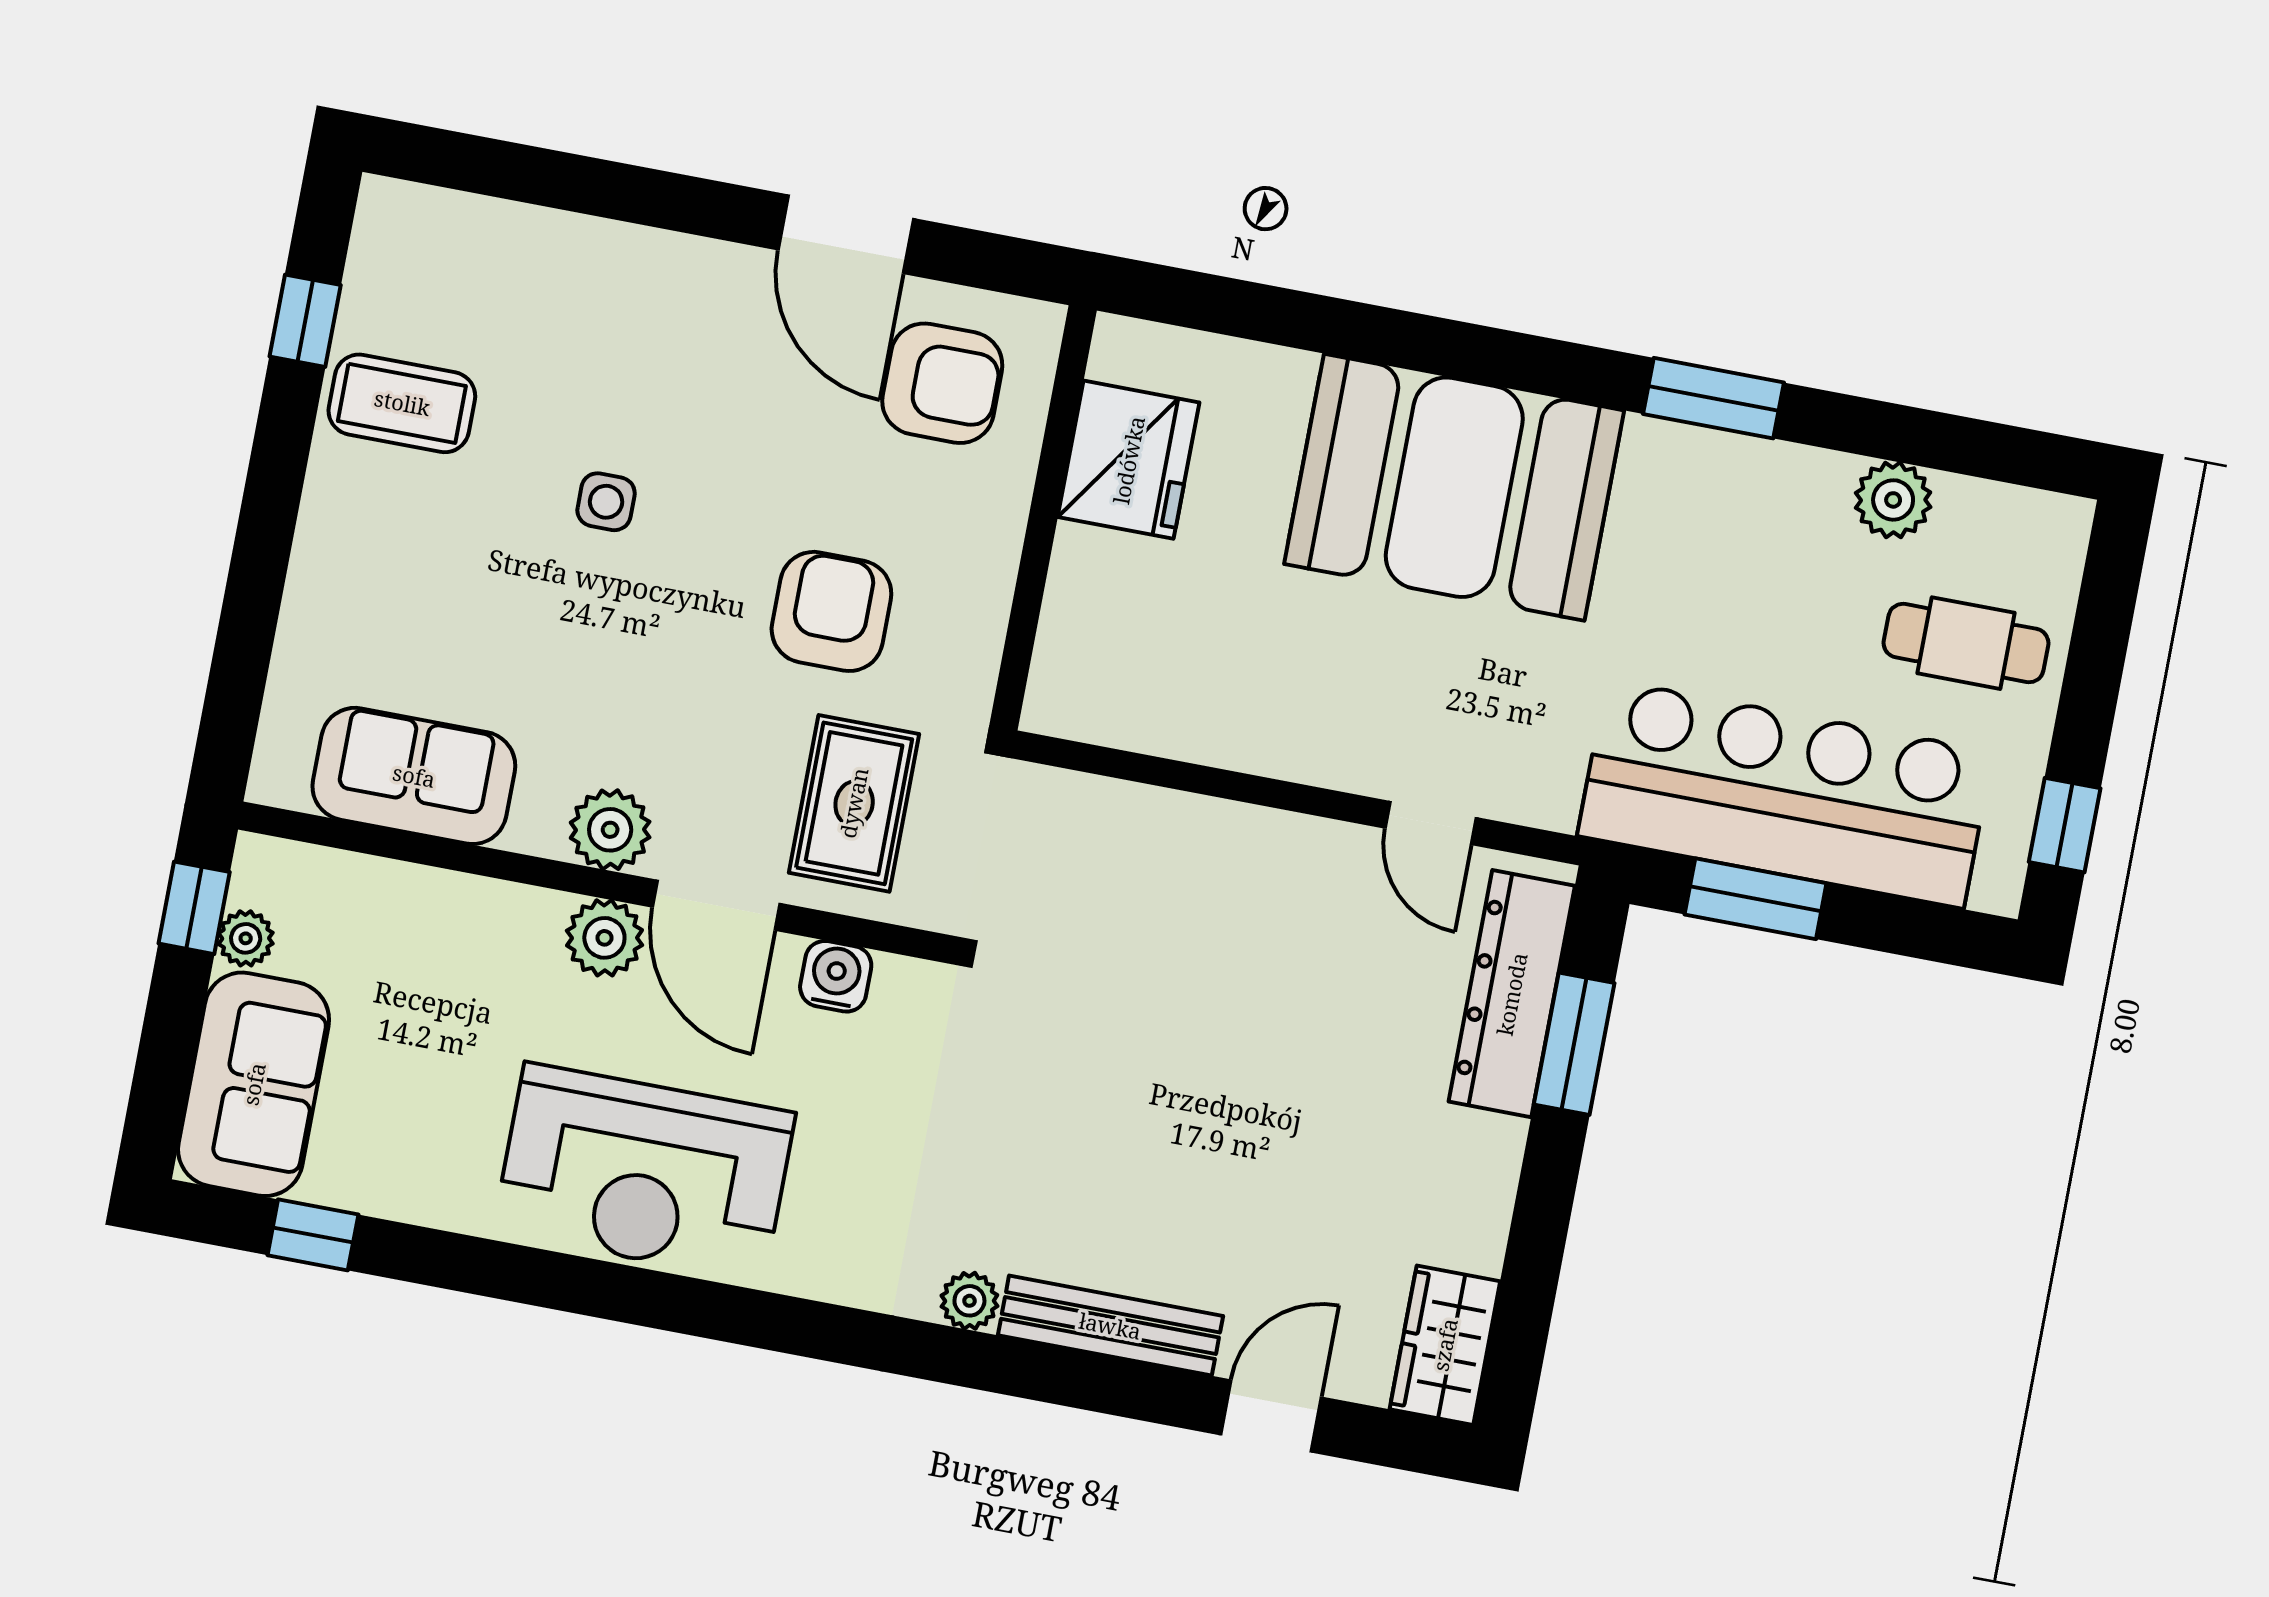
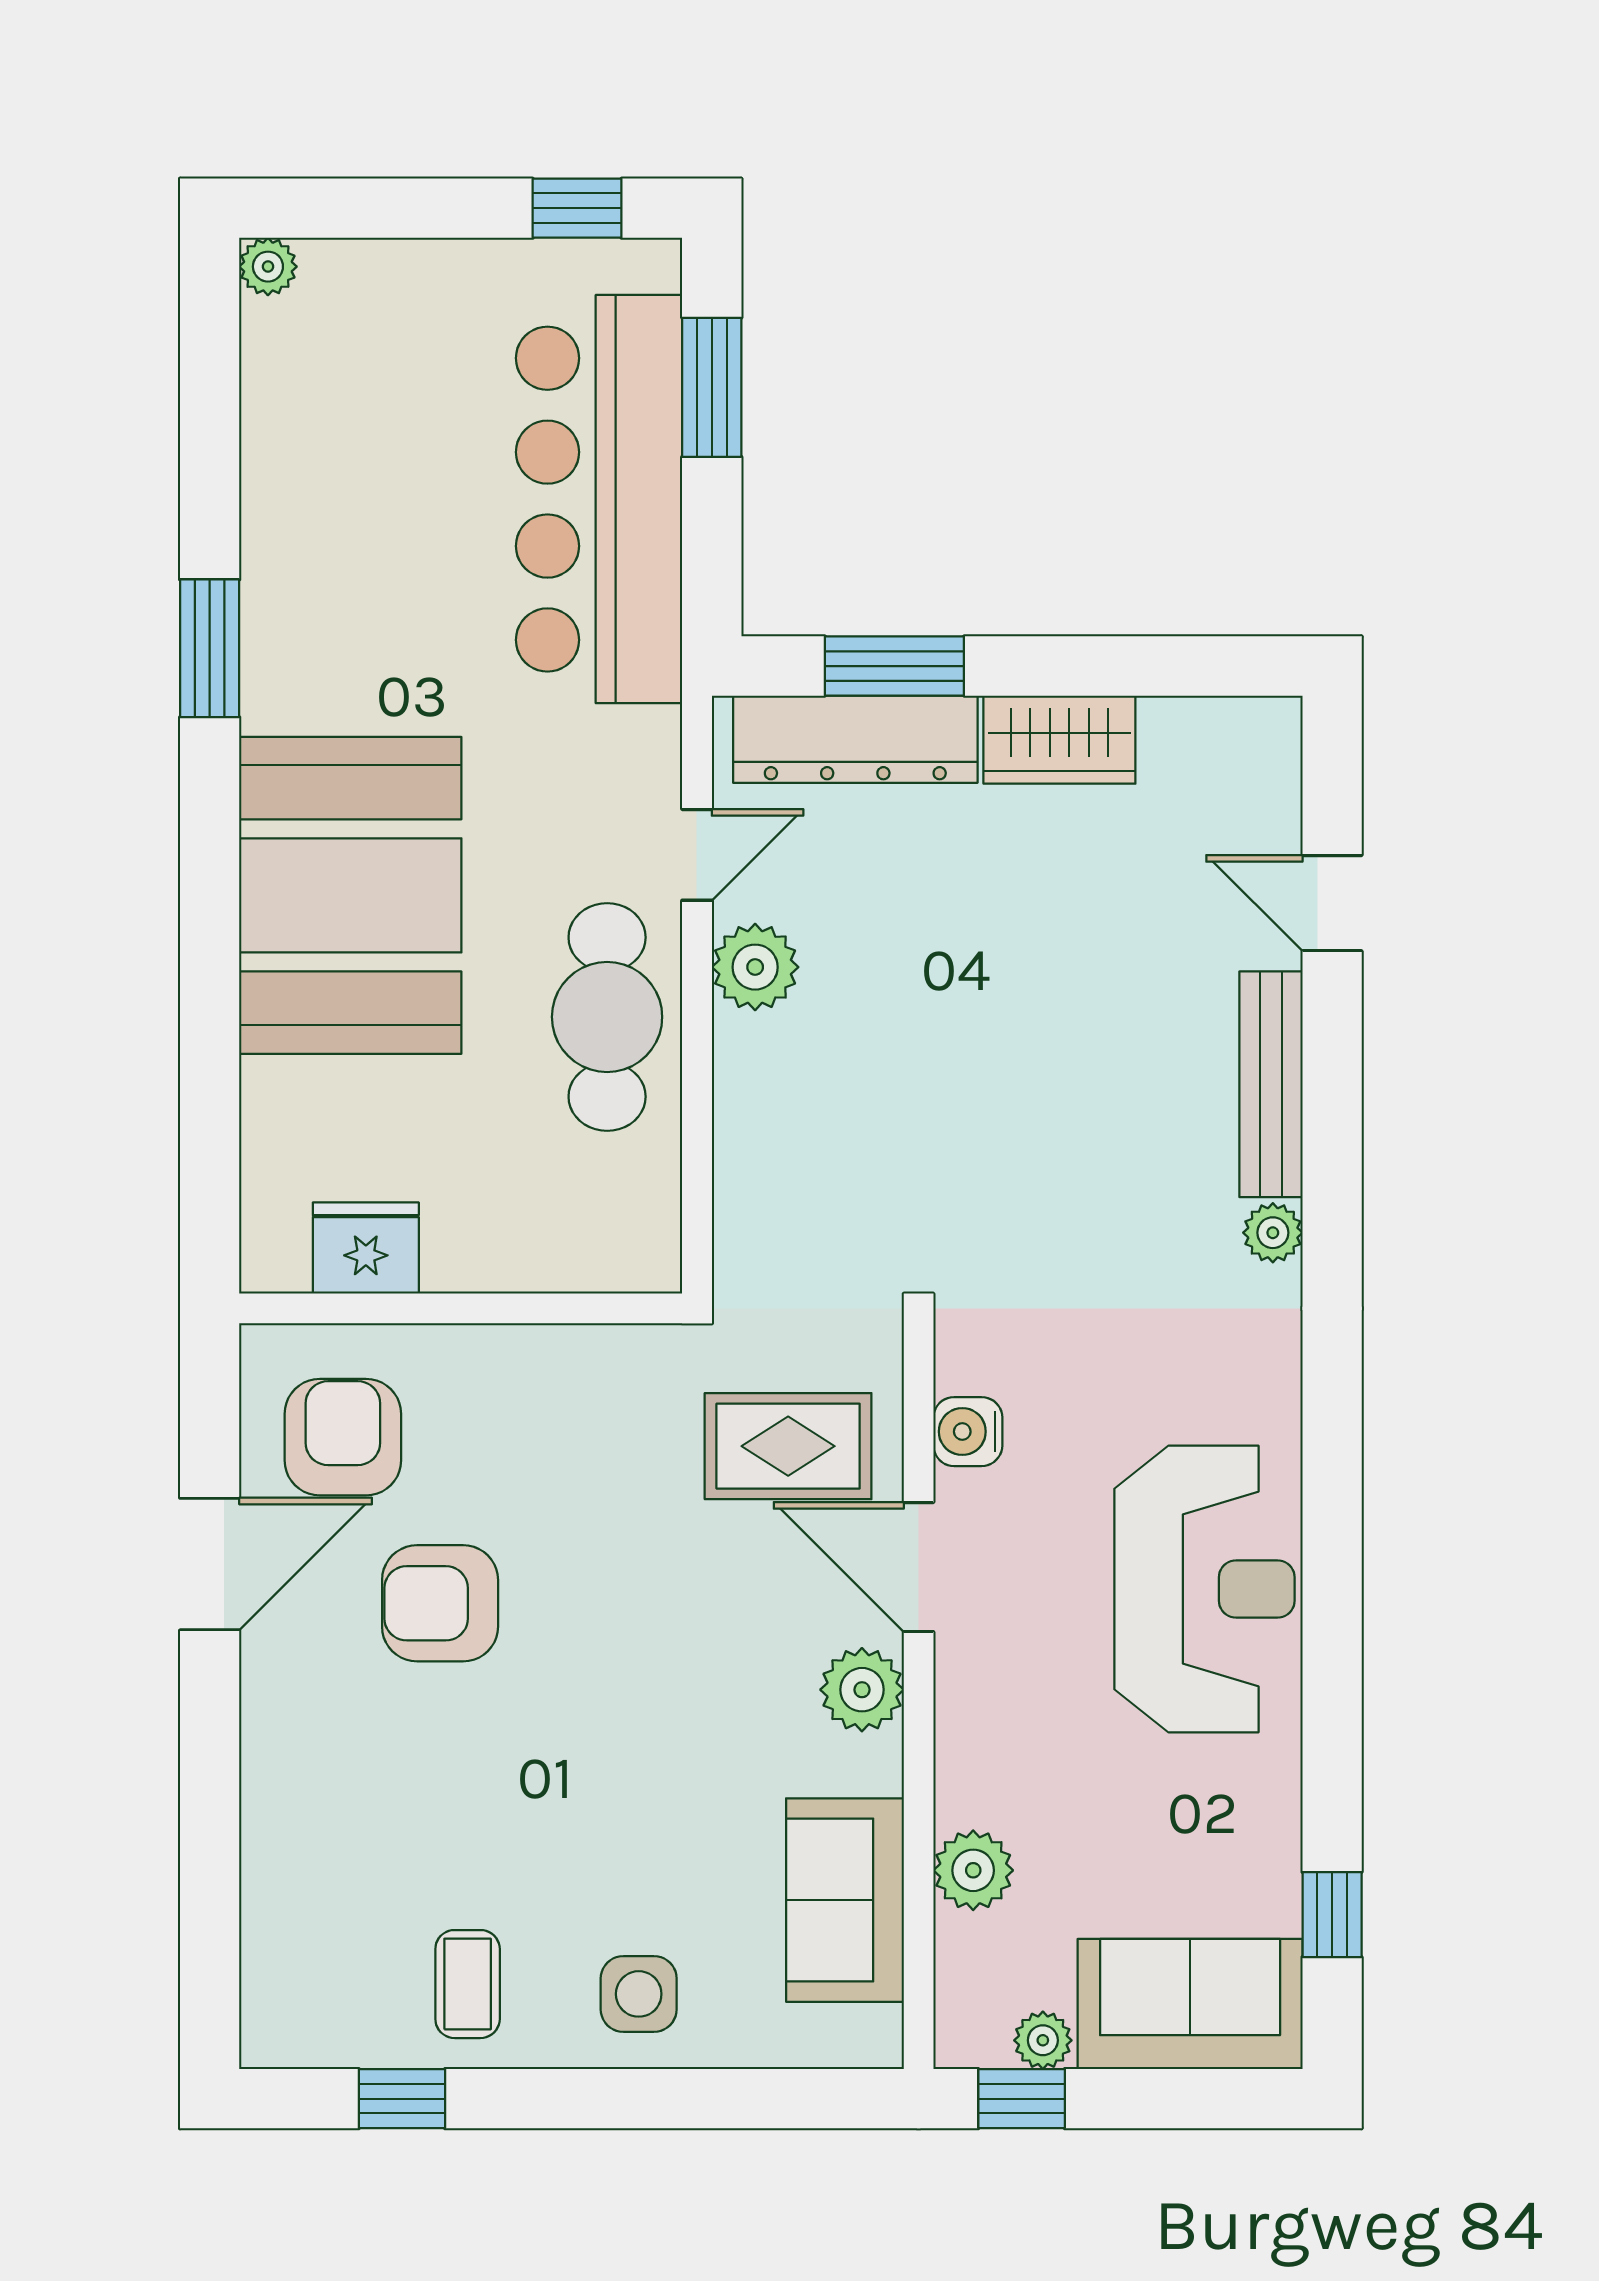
coffee table: (402, 403) -> (468, 1984), width x0.73, depth x0.77
fridge: (1129, 460) -> (366, 1248), width x0.73, depth x0.75
plant: (1893, 500) -> (268, 267), moved, width x0.73, depth x0.73
side table: (606, 502) -> (639, 1994), moved, width x1.37, depth x1.37
armchair: (831, 611) -> (440, 1603), moved
cafe table: (1966, 643) -> (607, 1017), moved, width x1.37, depth x1.35
plant: (1314, 858) -> (755, 967), added
window: (1756, 899) -> (712, 387), moved
door: (716, 905) -> (919, 1567), swing flipped
plant: (604, 938) -> (973, 1870), moved
wardrobe: (1445, 1345) -> (1059, 740), moved

